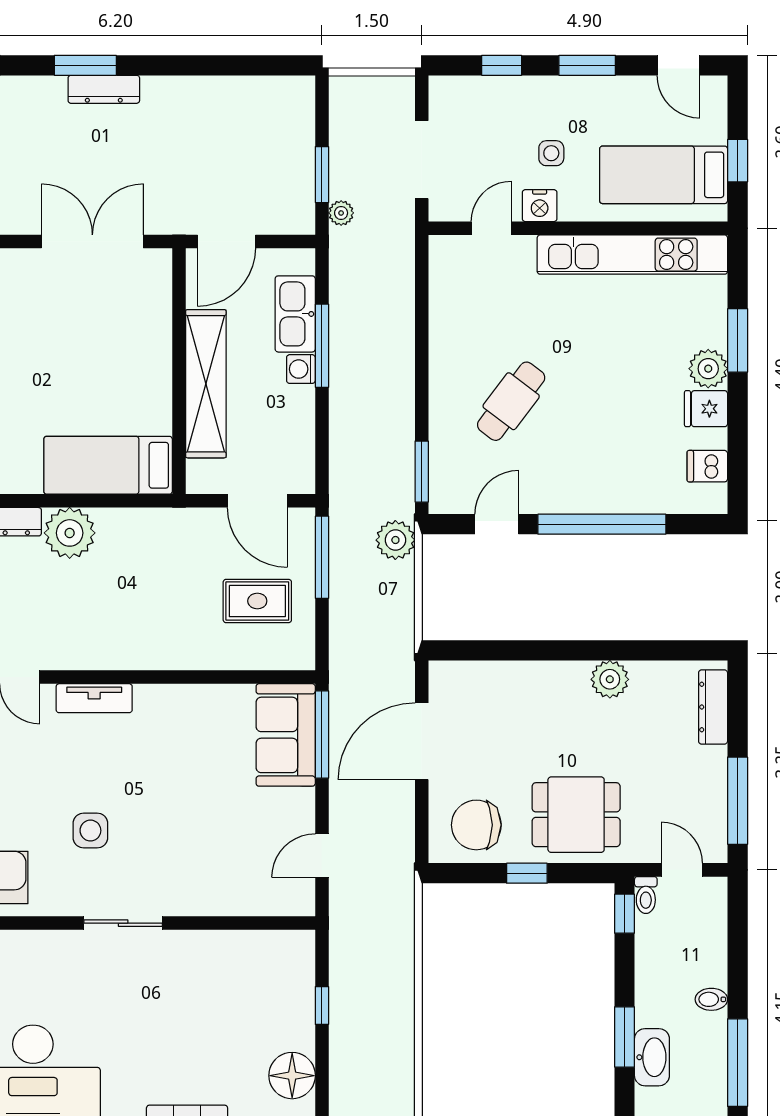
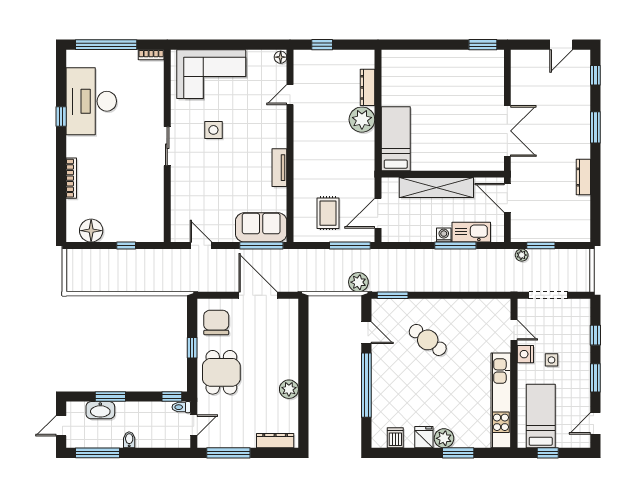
dresser: (104, 89) -> (583, 177), moved
tv unit: (94, 698) -> (279, 168), moved

